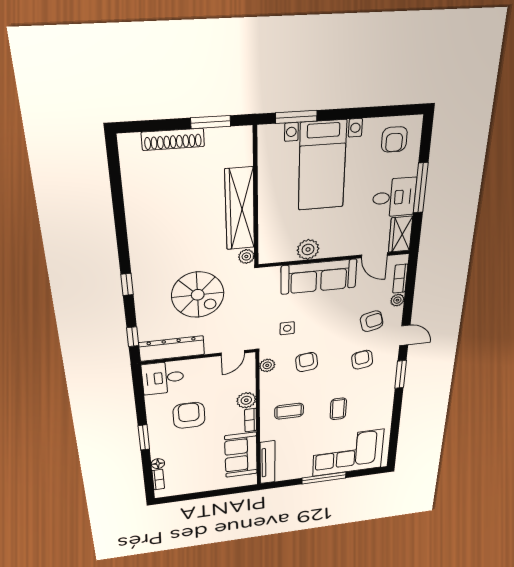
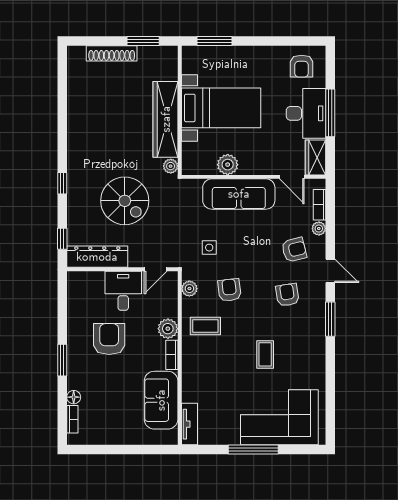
bed with nightstands: (322, 166) -> (221, 108), moved, turned -90
desk: (394, 197) -> (306, 113), width x1.37
desk: (163, 378) -> (123, 291), moved, turned 90
coffee table: (289, 411) -> (205, 326), moved
tv unit: (268, 462) -> (189, 424), width x0.71

